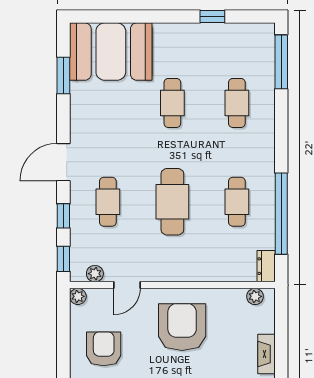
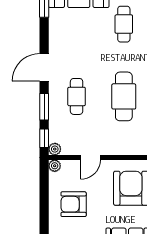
window: (63, 216) -> (44, 107), width x1.50
plant: (95, 274) -> (55, 149), moved
armchair: (104, 349) -> (74, 204), turned -90

